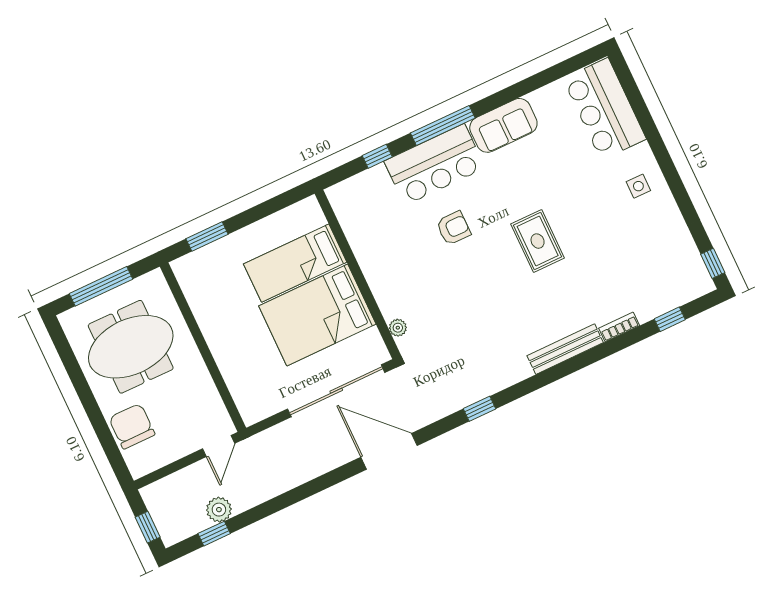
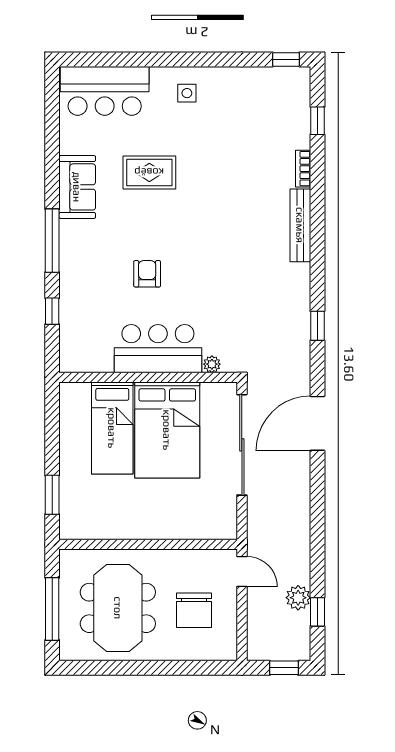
bar counter: (435, 165) -> (158, 349), moved, turned -90
rug: (538, 241) -> (149, 172), moved
chair: (132, 426) -> (194, 610), moved, turned -90

